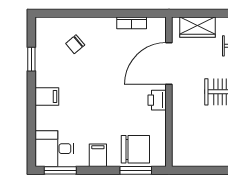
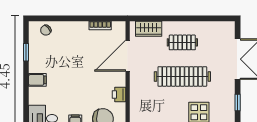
chair: (75, 44) -> (46, 30), moved
printer: (157, 100) -> (119, 94), moved

